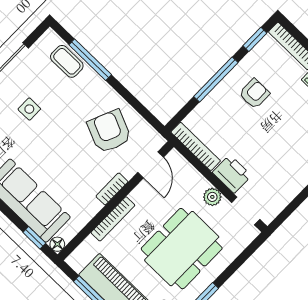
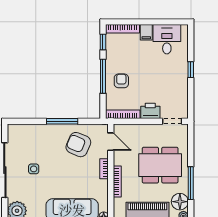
window: (90, 60) -> (62, 121), moved
coffee table: (67, 61) -> (30, 132), removed
armchair: (254, 94) -> (121, 81), moved
plant: (212, 197) -> (152, 129), removed
dining table: (182, 249) -> (160, 165), turned 90

